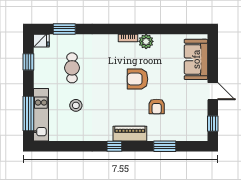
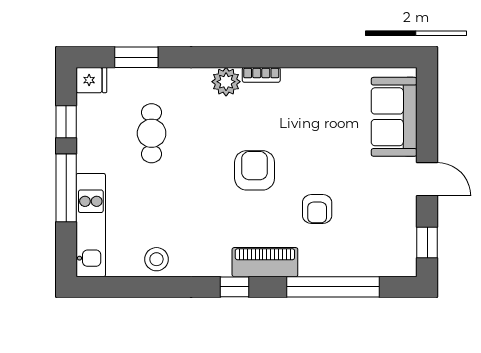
plant: (146, 41) -> (226, 82), moved
armchair: (138, 79) -> (255, 170), moved, turned 90
stool: (76, 105) -> (156, 259), moved
window: (28, 114) -> (66, 188), moved
window: (165, 146) -> (333, 287), width x2.11

